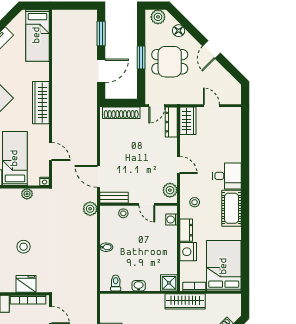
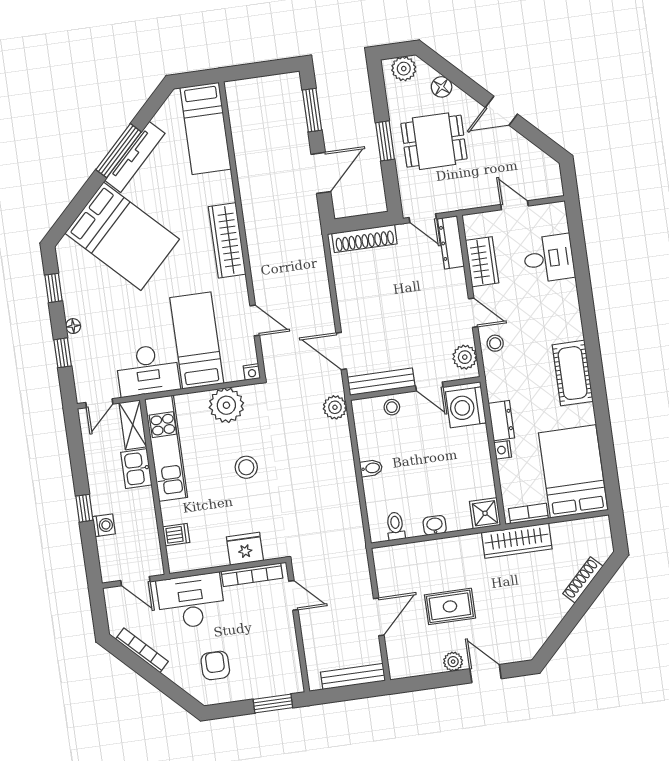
door: (211, 49) -> (501, 111), hinge flipped
door: (157, 106) -> (423, 218), hinge flipped
wardrobe: (188, 121) -> (482, 262), moved
desk: (227, 176) -> (549, 258), moved
plant: (27, 194) -> (226, 405), width x1.87, depth x1.87
bench: (114, 198) -> (381, 382), width x1.36
stool: (195, 202) -> (495, 343), moved
washing machine: (171, 219) -> (466, 407), width x1.89, depth x1.89
stool: (24, 247) -> (246, 467), moved
nightstand: (188, 252) -> (503, 450), width x0.53, depth x0.56

